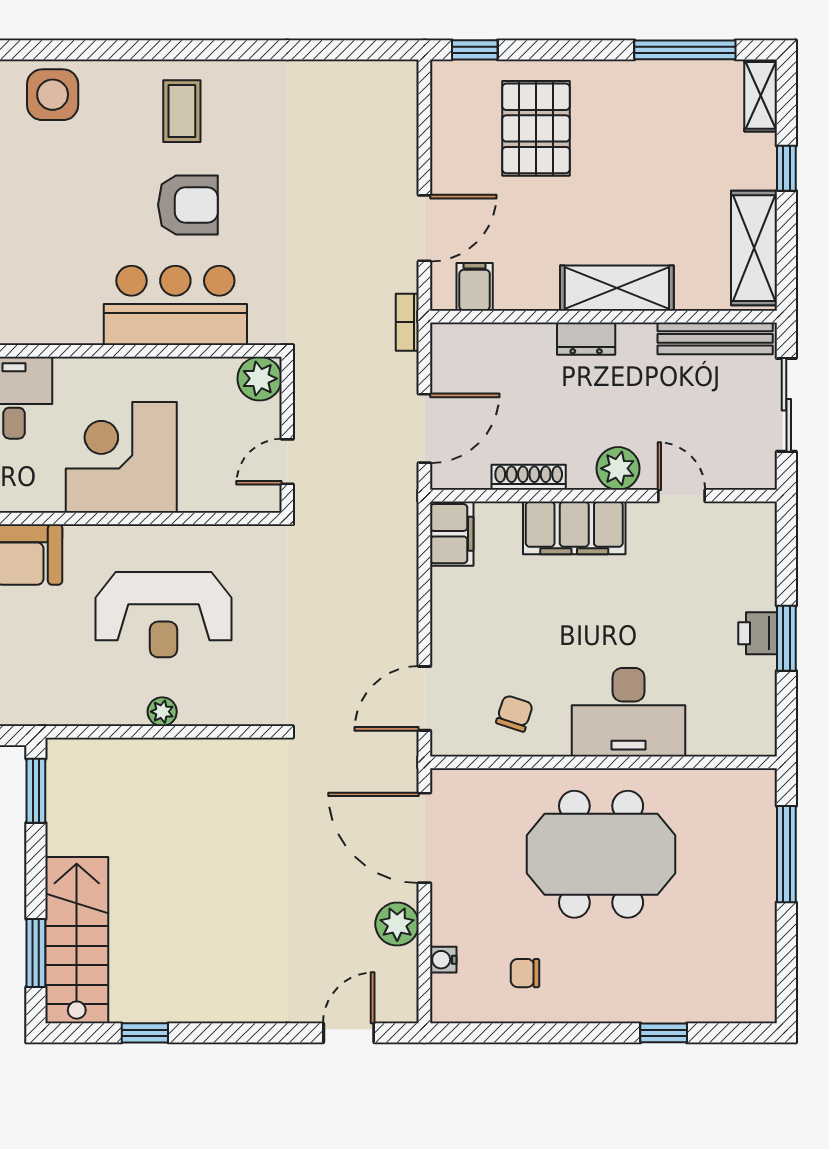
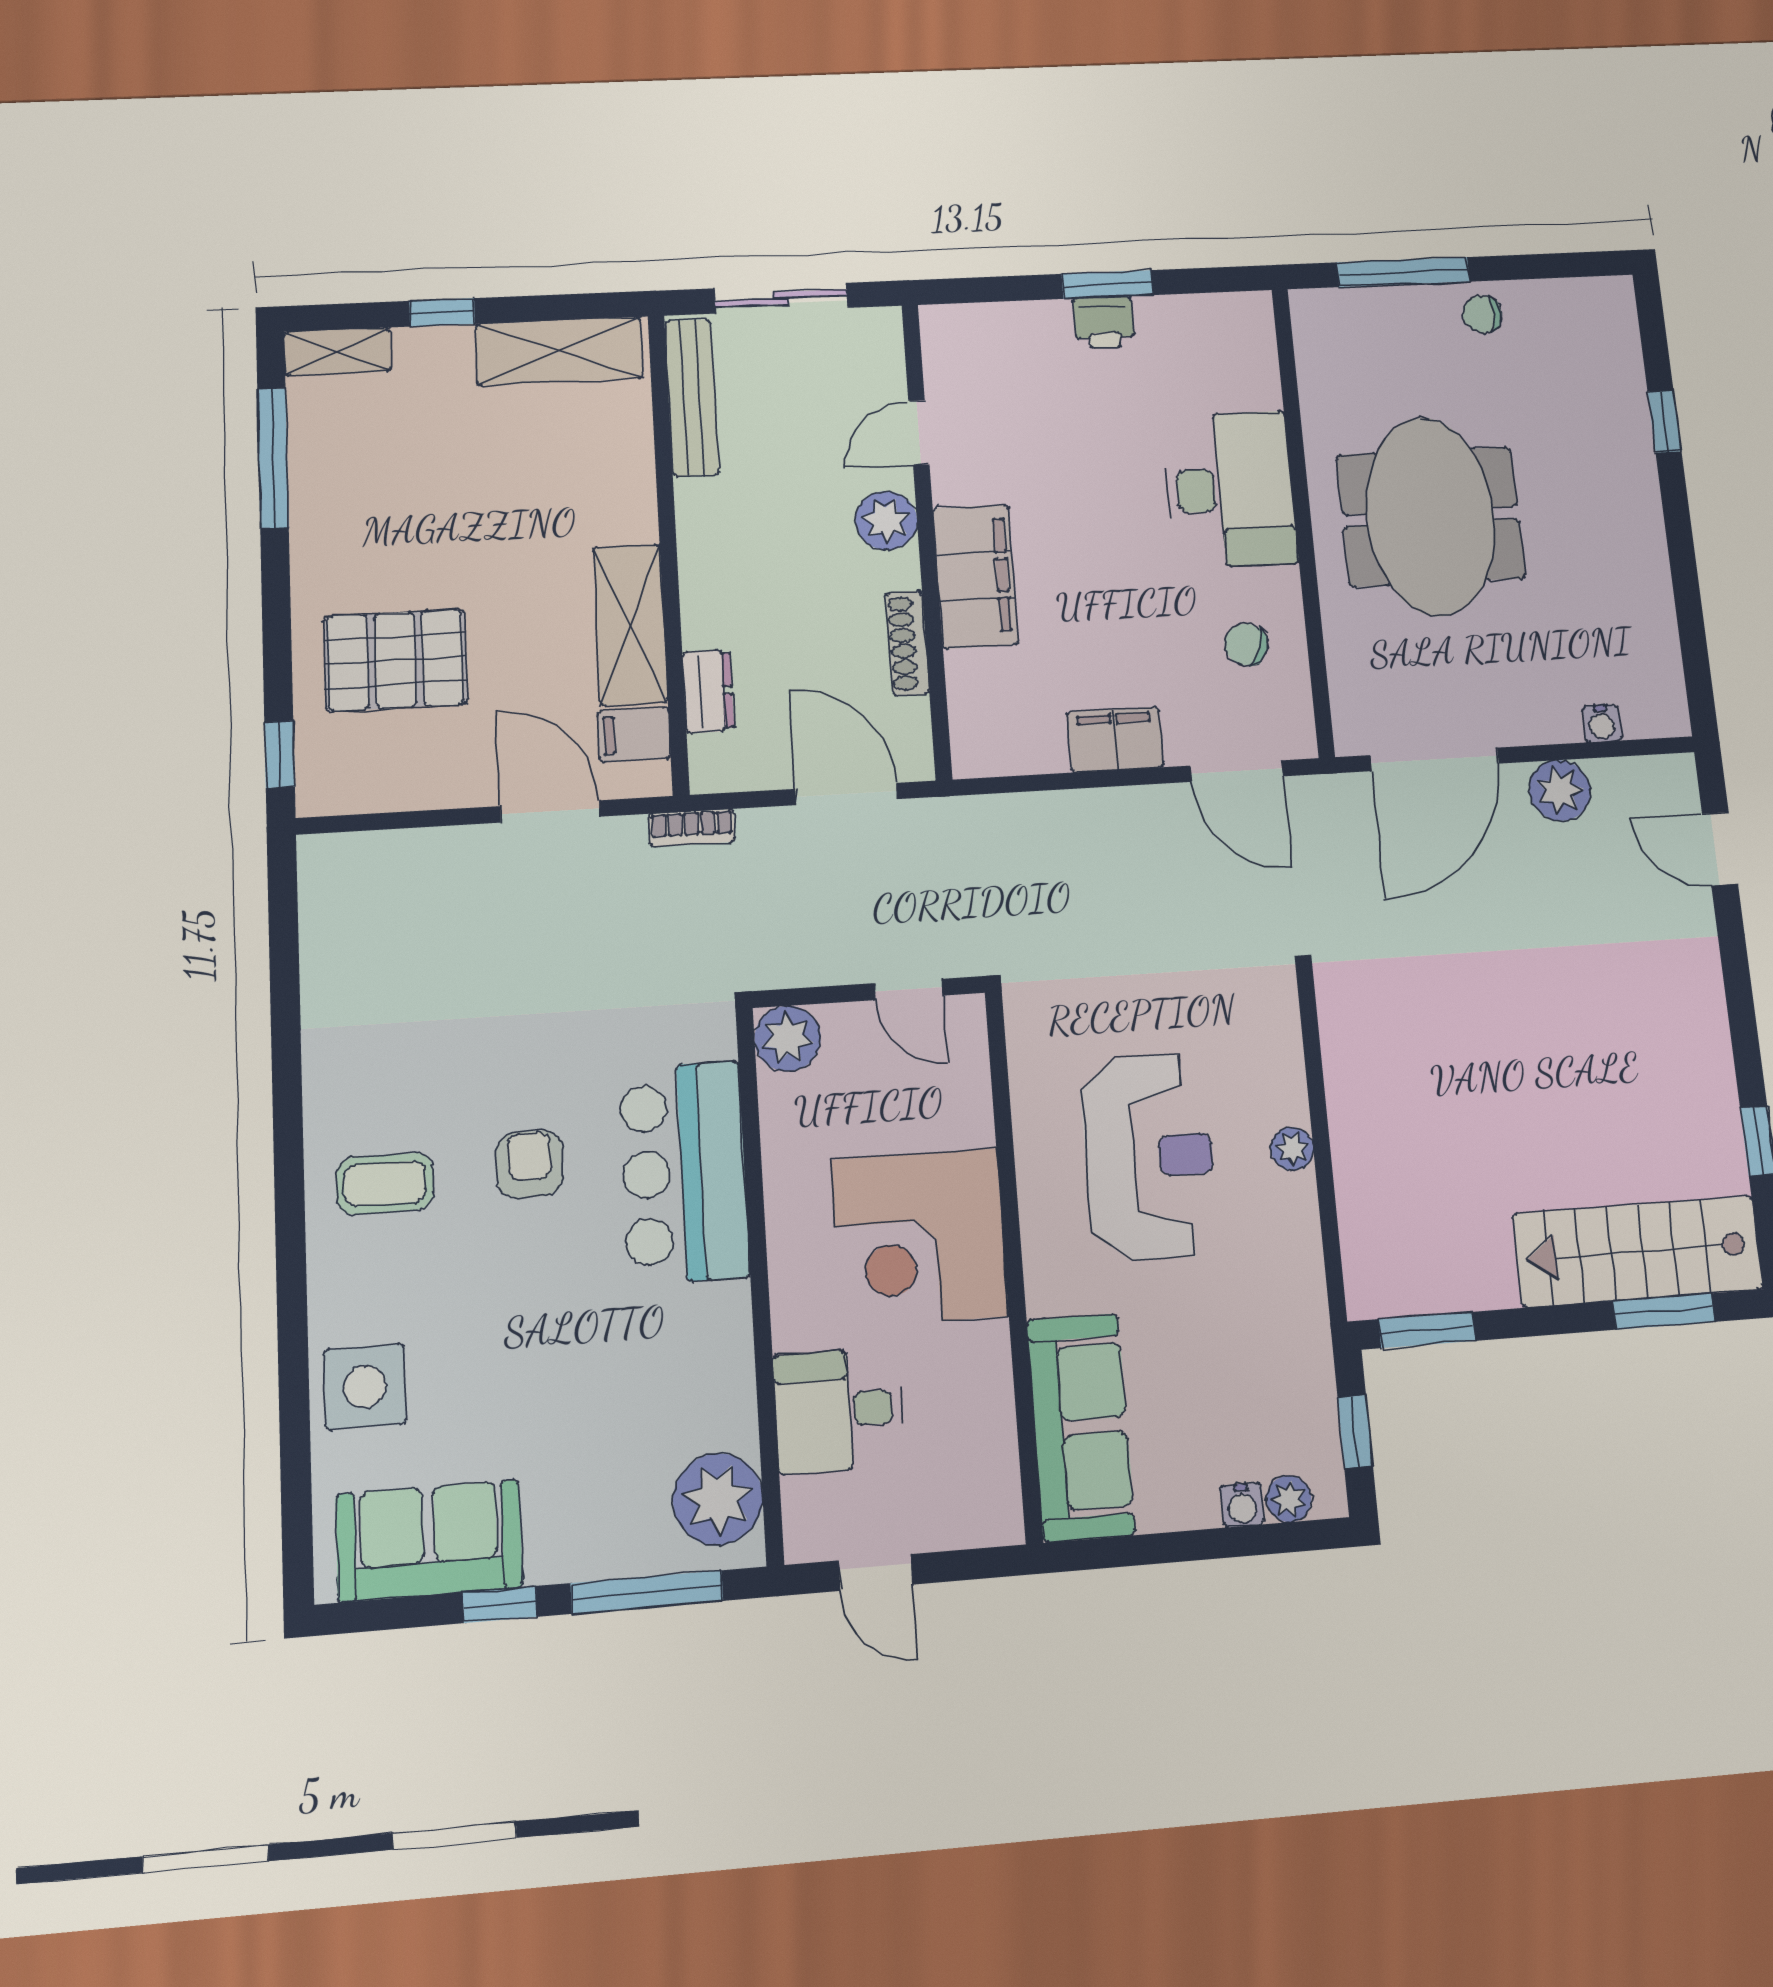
armchair: (188, 205) -> (530, 1164), width x0.72, depth x0.72
shelving: (617, 288) -> (631, 625), moved
dresser: (586, 339) -> (708, 691), moved
filing cabinet: (452, 534) -> (1115, 740), moved
chair: (525, 973) -> (1482, 314), moved, turned 90

